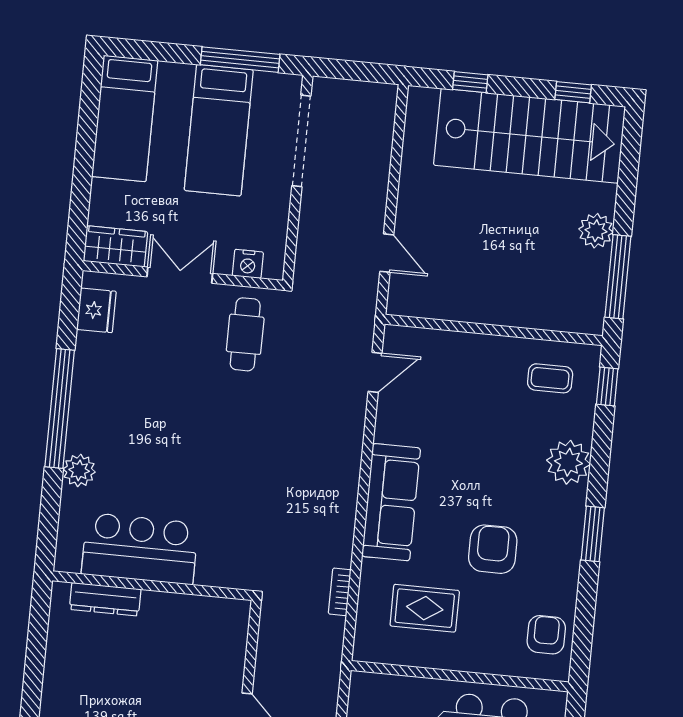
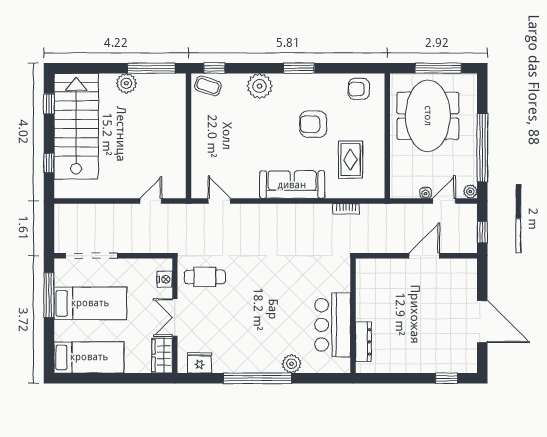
coffee table: (550, 378) -> (208, 86), moved, turned -72

